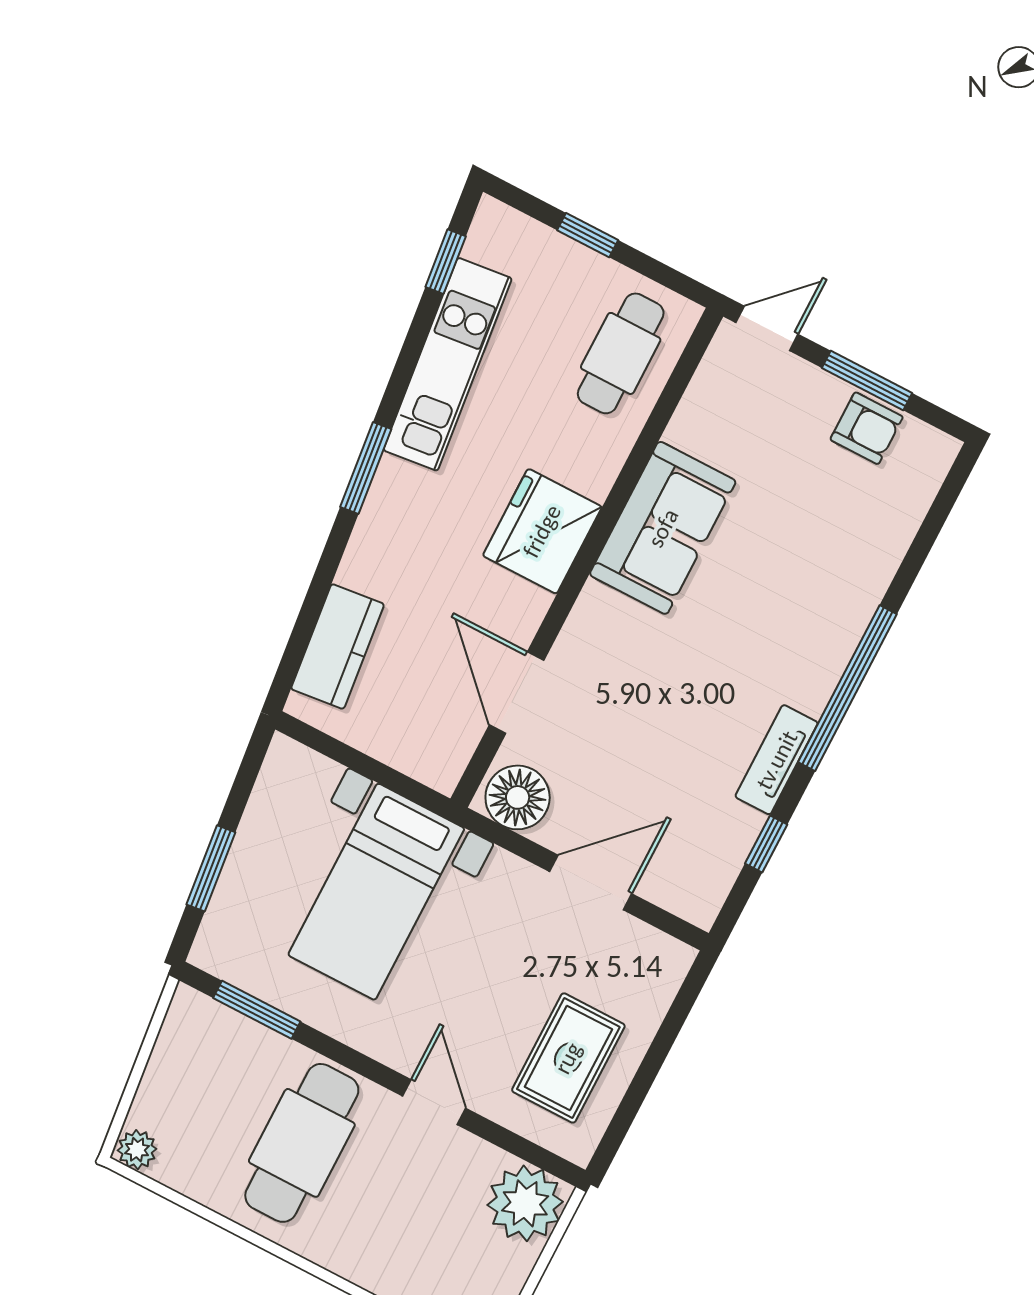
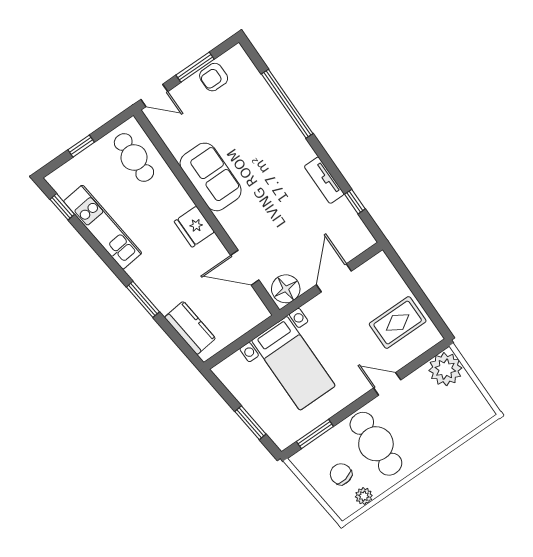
door: (767, 328) -> (154, 95), swing flipped
armchair: (867, 428) -> (214, 77), turned 180
window: (366, 468) -> (143, 299), moved
fridge: (542, 531) -> (194, 227), width x0.73, depth x0.75
window: (847, 688) -> (287, 104), moved
rug: (568, 1058) -> (398, 323), turned 90
chair: (204, 1105) -> (341, 474), added
plant: (137, 1150) -> (364, 496), moved

